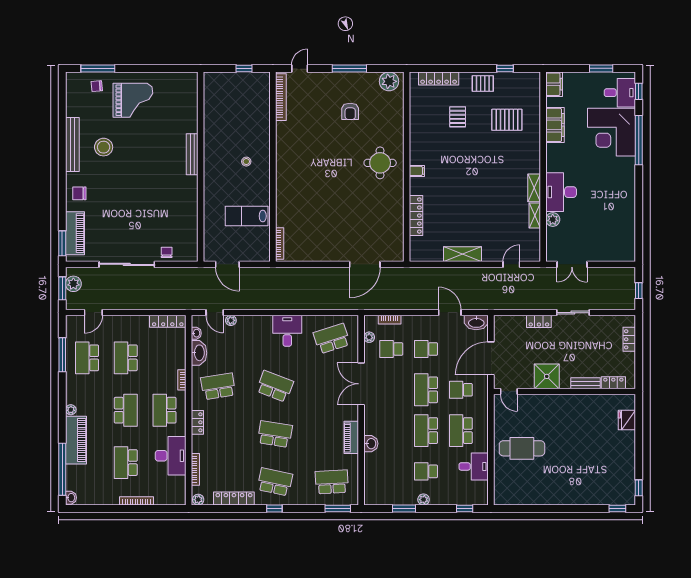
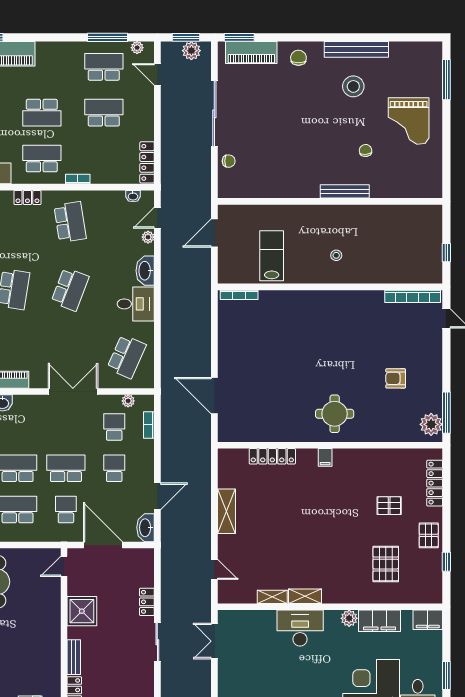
window: (349, 68) -> (446, 413), moved
chair: (97, 86) -> (366, 150), moved
plant: (553, 220) -> (349, 618), moved
school desk: (332, 339) -> (127, 357), turned 42
washbasin: (199, 353) -> (145, 271), moved, turned 90
plant: (71, 410) -> (137, 48), moved

